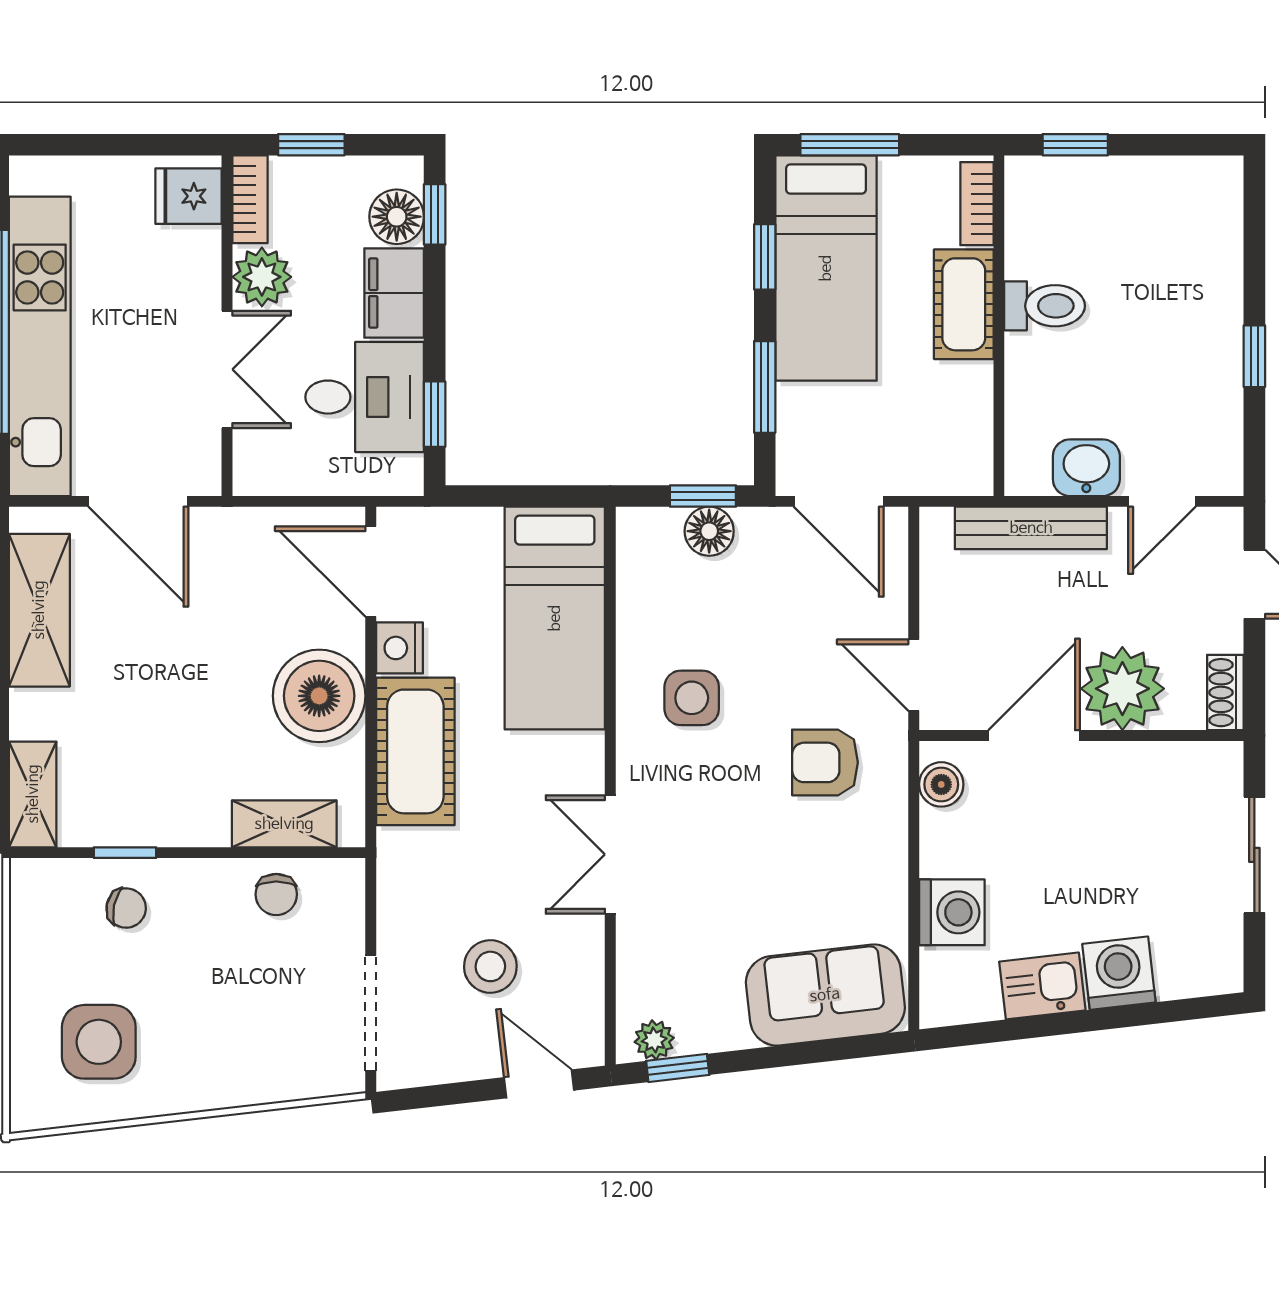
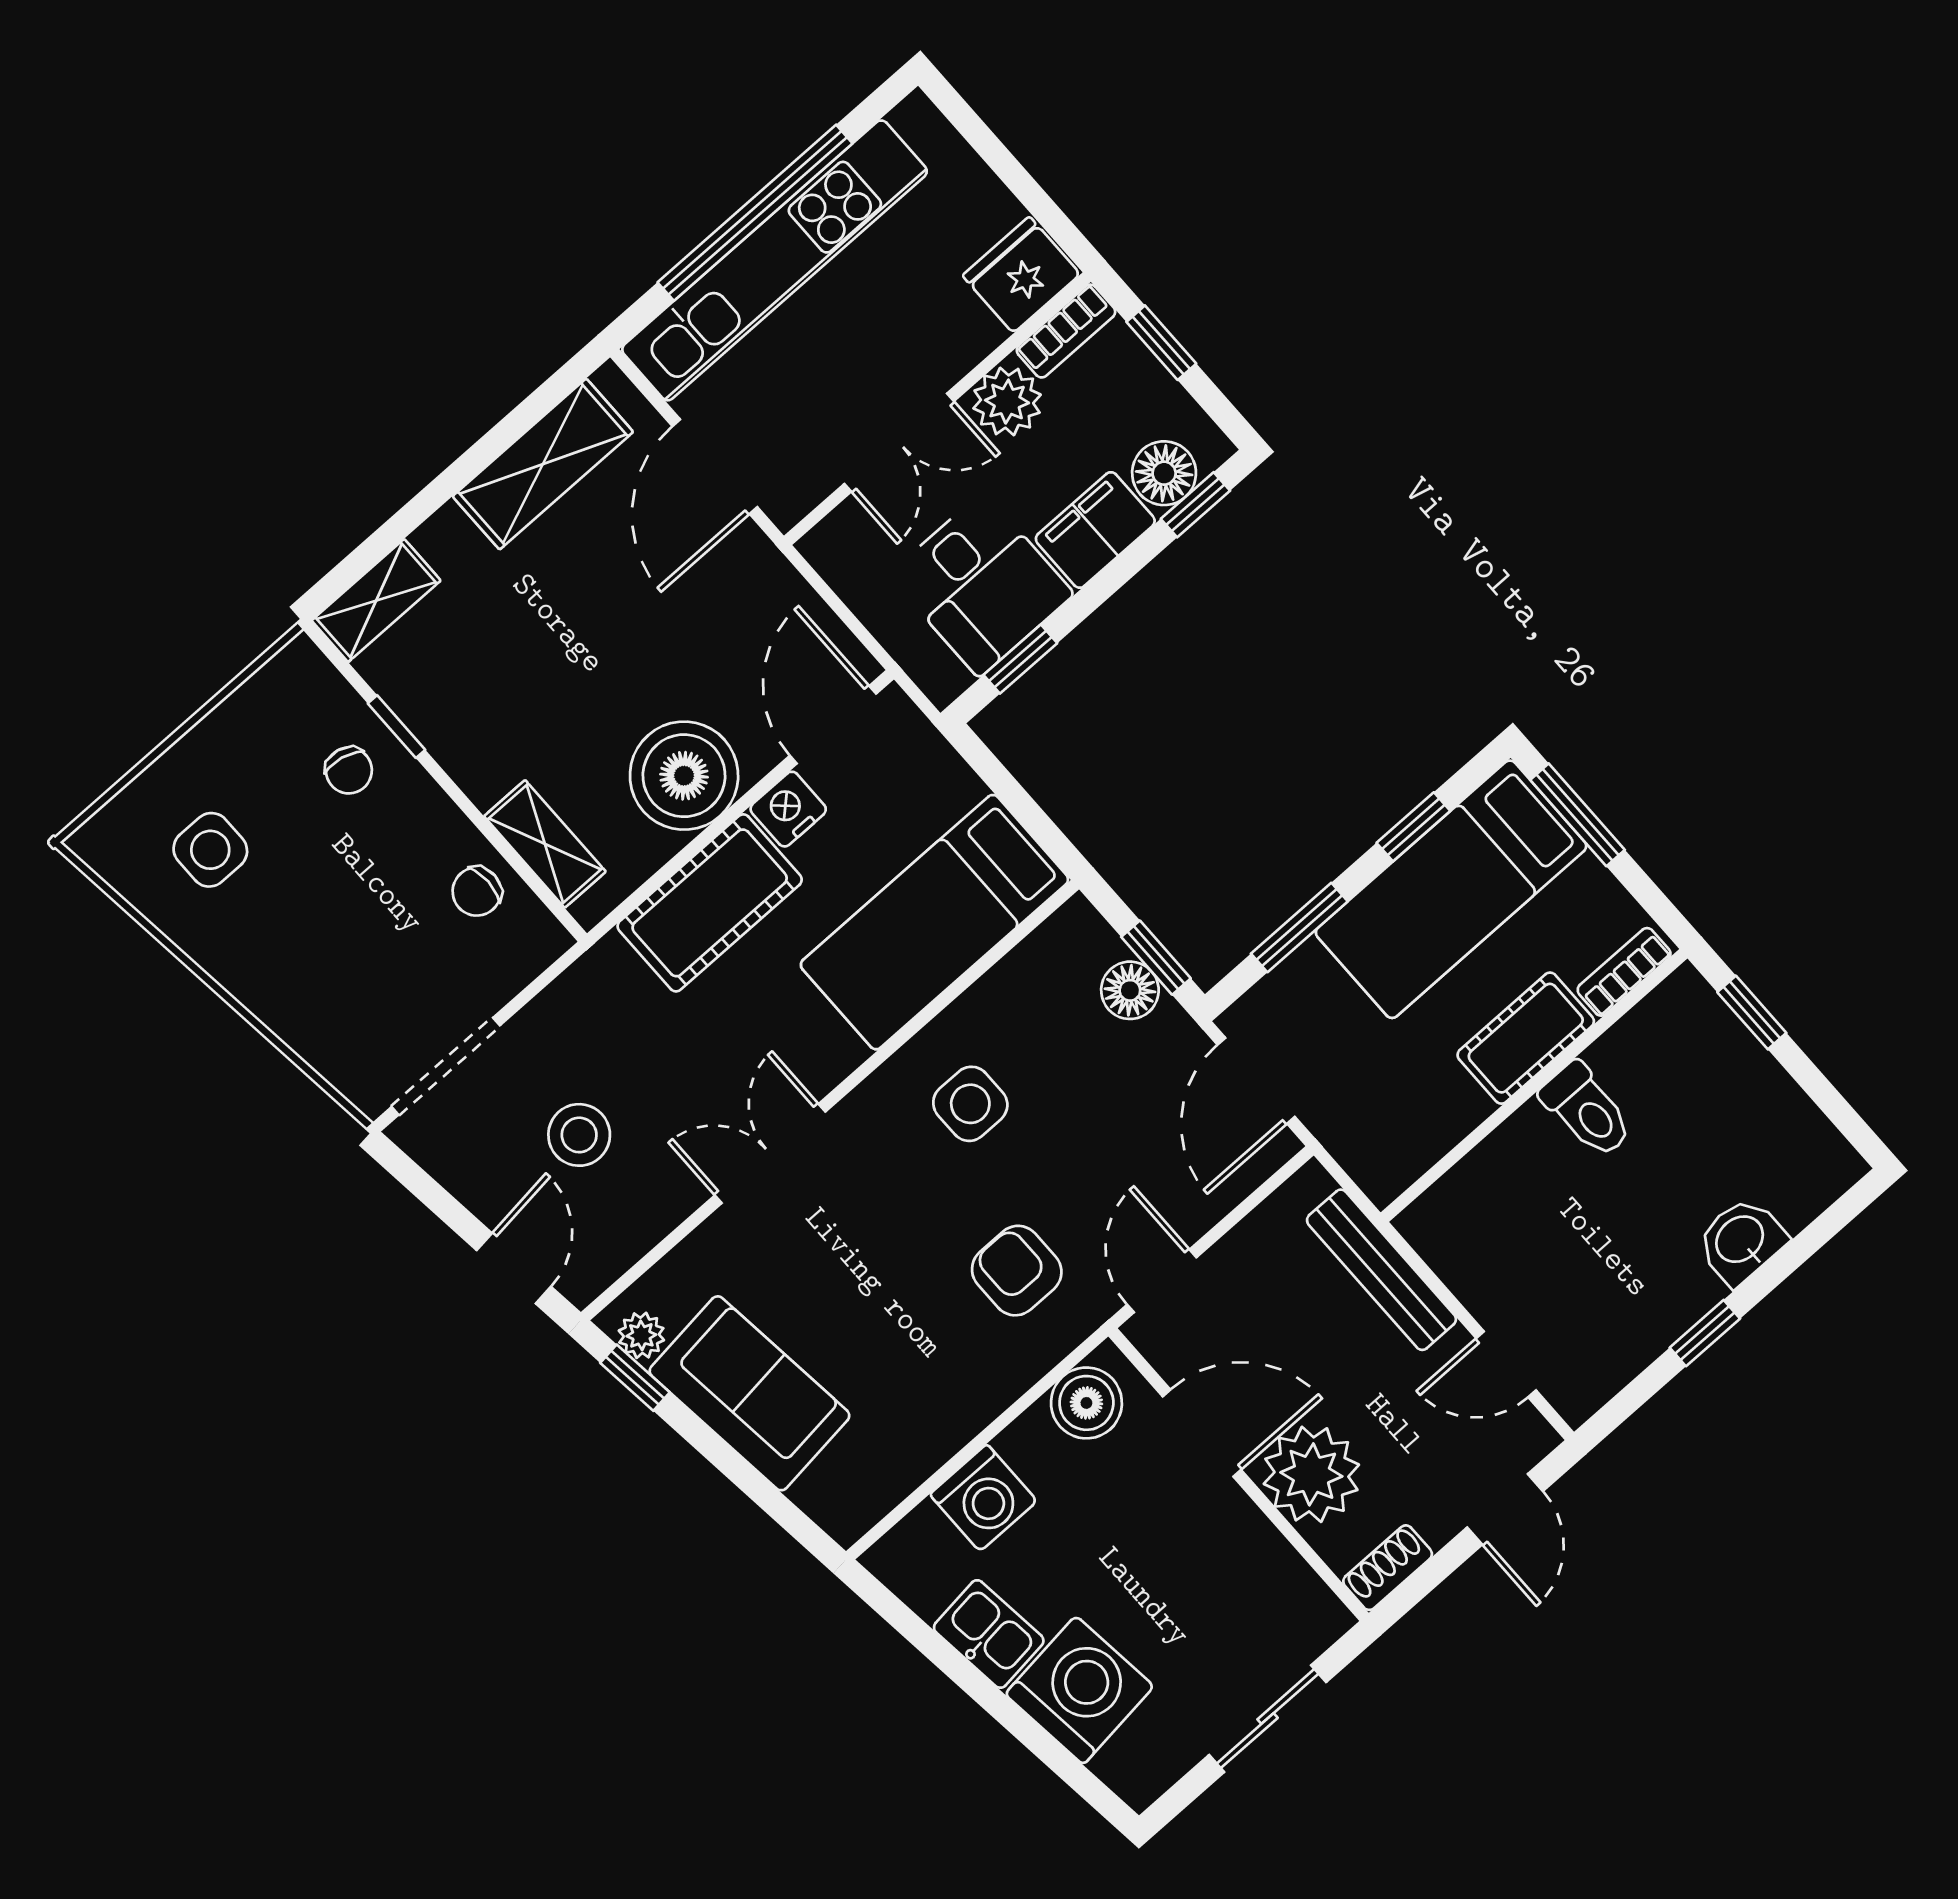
fridge: (189, 196) -> (1021, 275), width x1.38
washbasin: (1086, 468) -> (1741, 1241), moved, turned -90
boiler: (941, 784) -> (1086, 1403), width x1.36, depth x1.36
washing machine: (1119, 973) -> (1080, 1690), width x1.37, depth x1.37
sofa: (825, 995) -> (749, 1393), moved
side table: (99, 1042) -> (210, 850), width x0.73, depth x0.73

